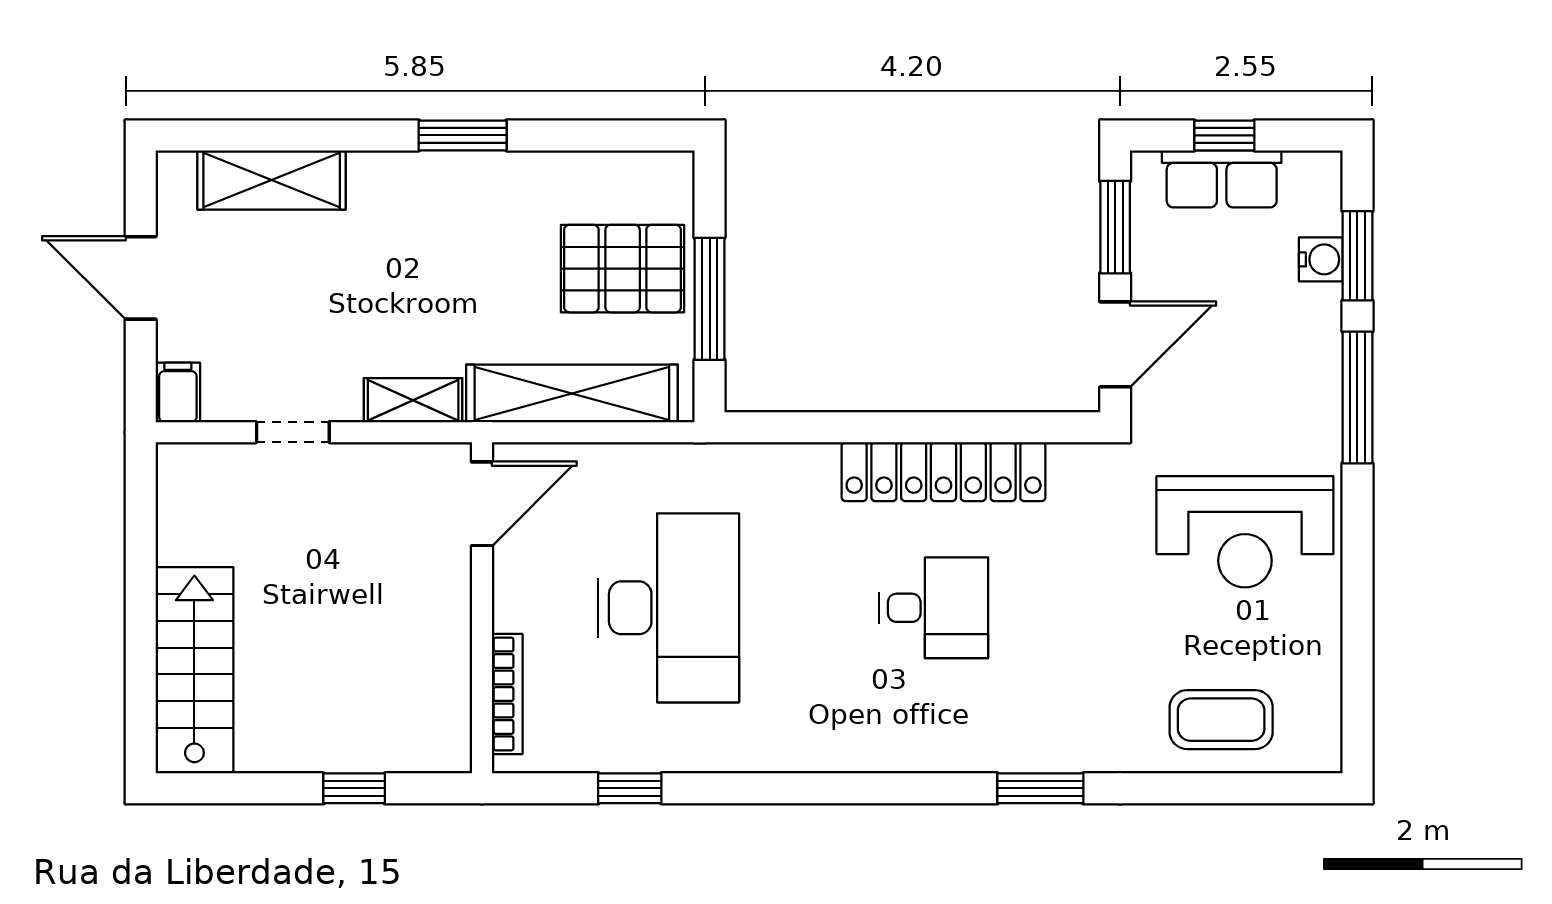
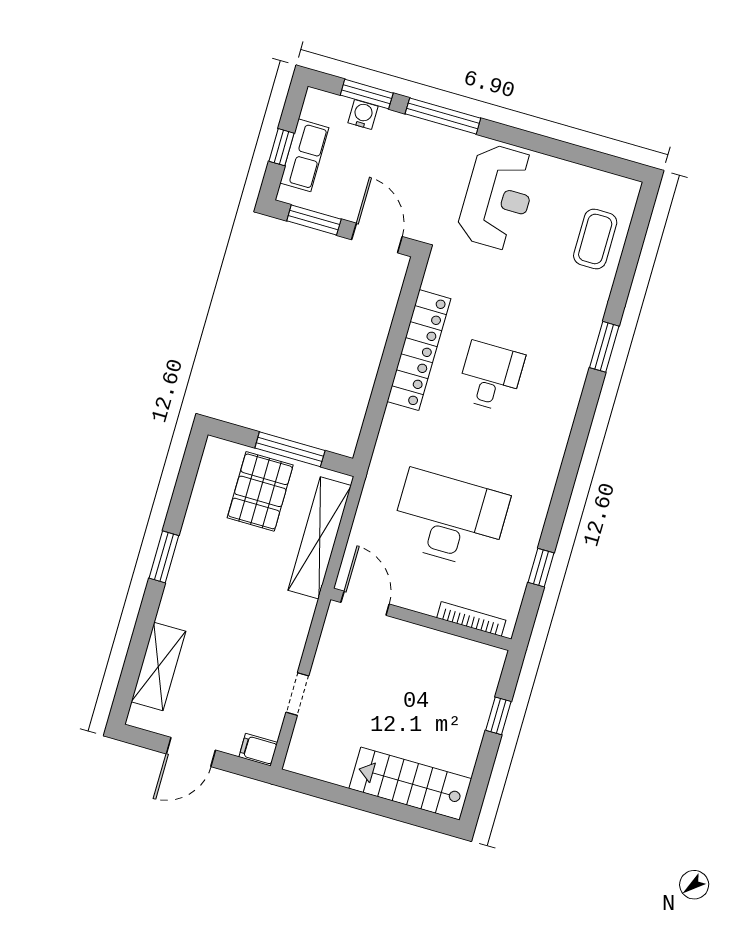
shelving: (413, 400) -> (299, 624), removed

